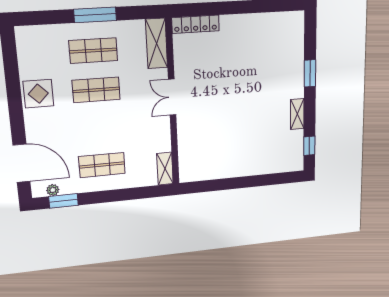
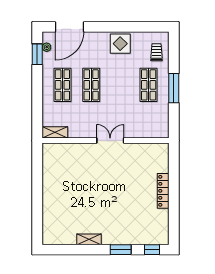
locker: (196, 24) -> (163, 191), moved
trolley: (46, 42) -> (157, 52), added
shelving: (157, 43) -> (151, 131), removed
shop shelf: (96, 90) -> (91, 85), moved
window: (309, 146) -> (152, 250), moved

